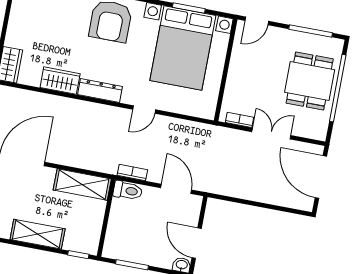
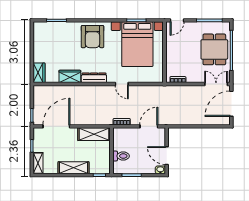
door: (144, 110) -> (122, 84), hinge flipped
double door: (271, 134) -> (216, 84), moved
door: (321, 177) -> (231, 104), hinge flipped
door: (176, 189) -> (149, 126), hinge flipped
toilet: (128, 191) -> (121, 156), moved

